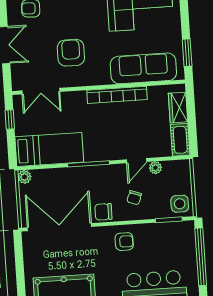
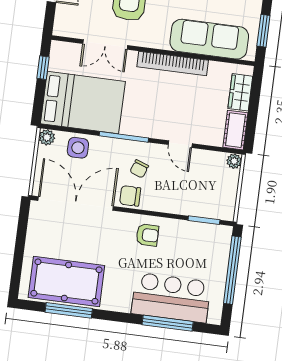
double door: (41, 91) -> (105, 44), moved
bed: (49, 149) -> (83, 103), width x1.50
door: (137, 161) -> (180, 144), hinge flipped
plant: (155, 168) -> (234, 161), moved
chair: (134, 198) -> (139, 169), moved
side table: (180, 204) -> (78, 148), moved

